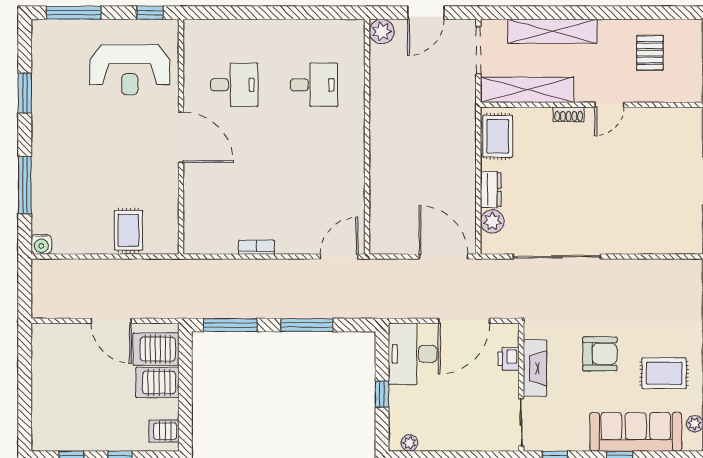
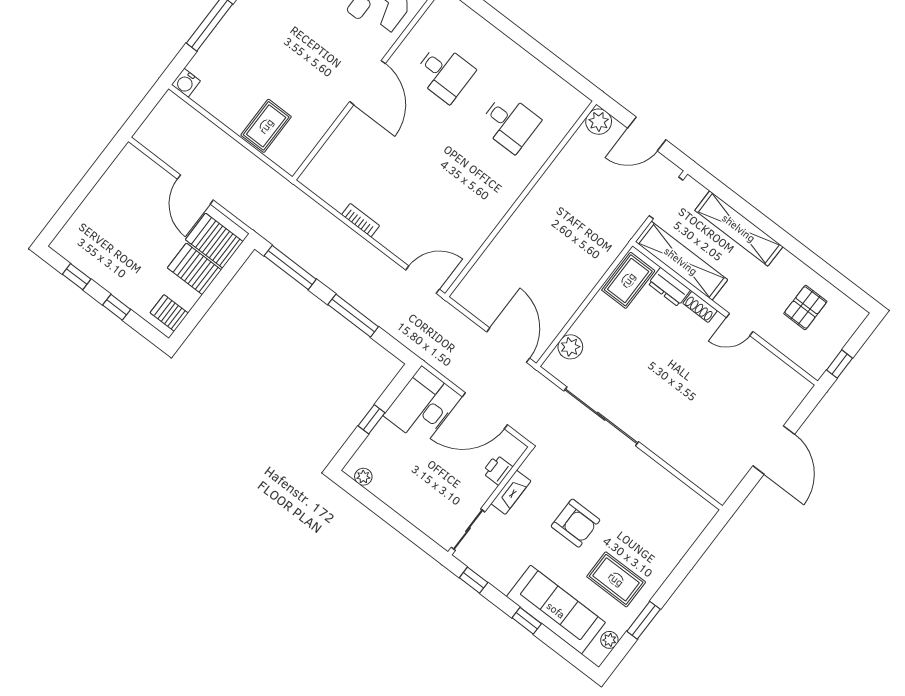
dresser: (491, 190) -> (669, 287), moved, turned 90
fireplace: (535, 368) -> (511, 492), width x0.73, depth x0.76

